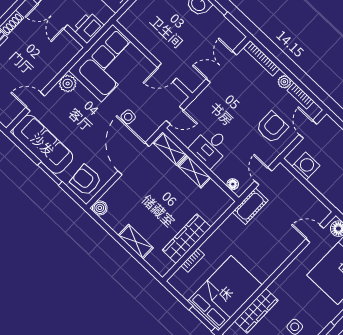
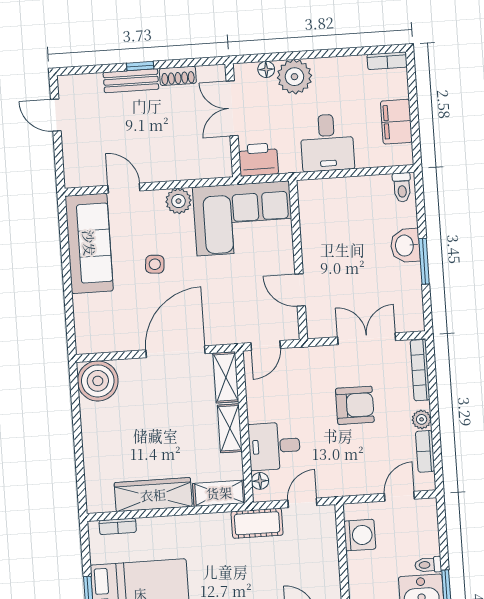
door: (175, 115) -> (266, 346), hinge flipped
side table: (128, 117) -> (155, 264), moved
armchair: (272, 127) -> (355, 405), moved
desk: (210, 147) -> (274, 446), moved
window: (50, 173) -> (67, 283), removed
armchair: (86, 180) -> (100, 327), removed
boiler: (100, 208) -> (98, 381), width x1.86, depth x1.86
shelving: (136, 242) -> (219, 493), moved, turned 90
bookcase: (193, 260) -> (118, 526), moved

